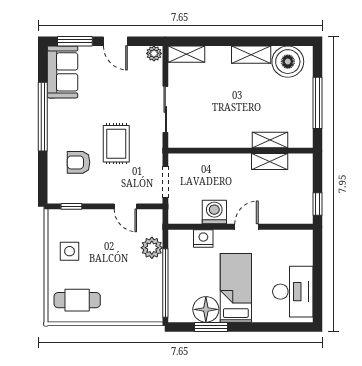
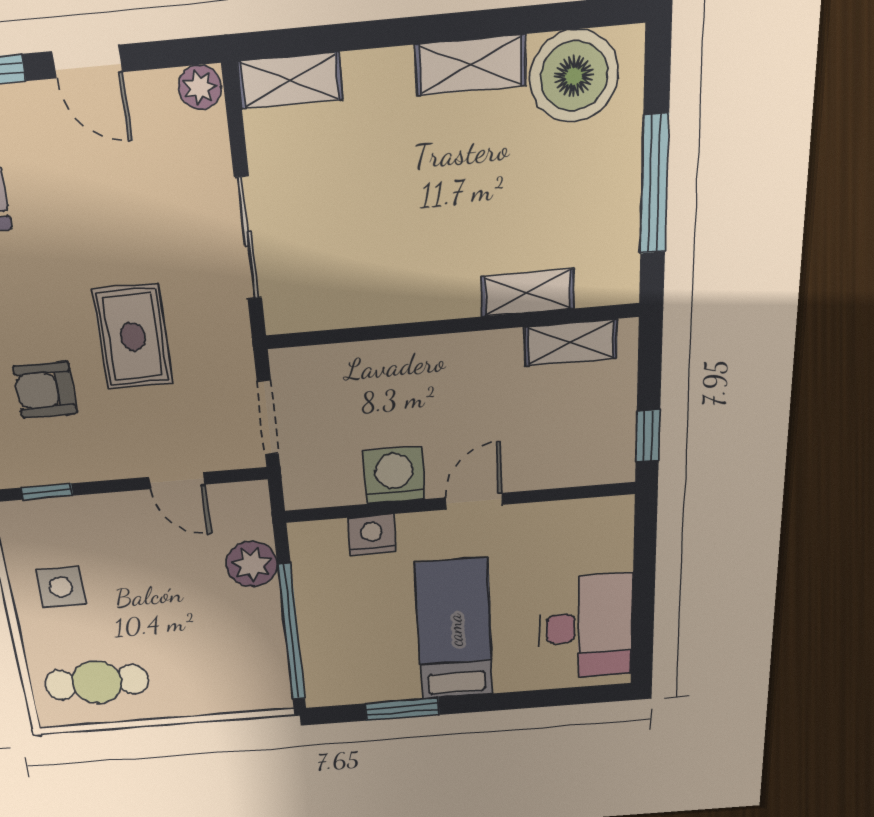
shelving: (270, 162) -> (571, 343), moved
floor lamp: (206, 309) -> (388, 677), removed

